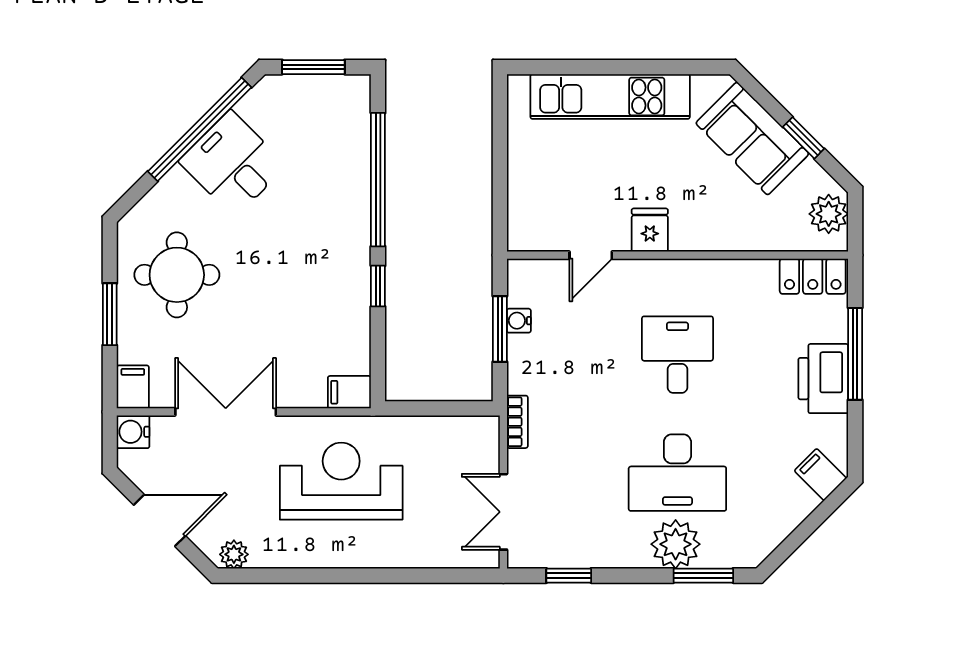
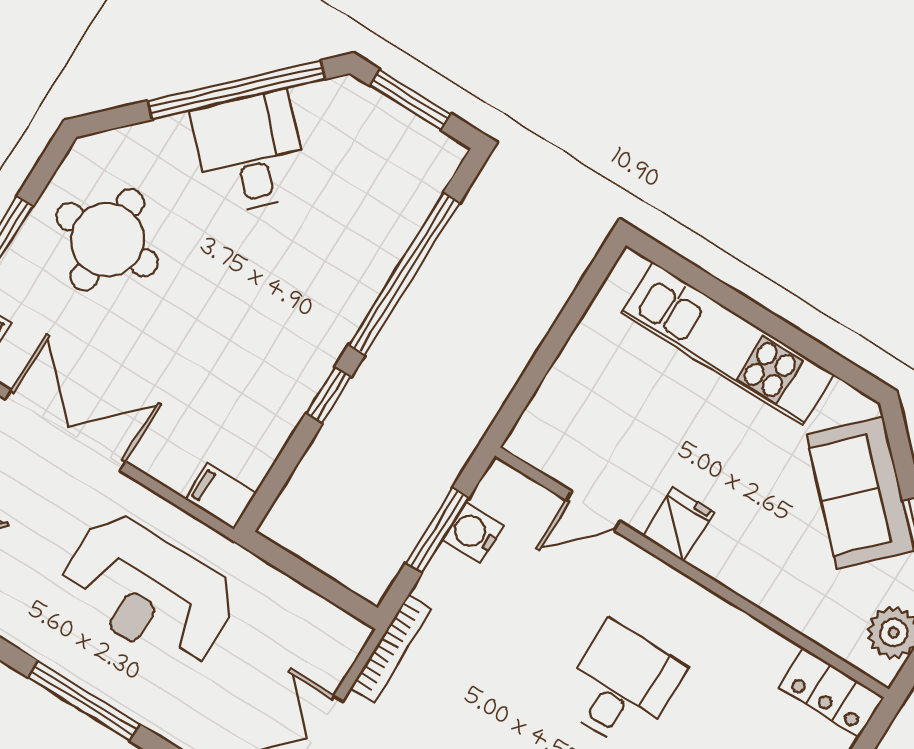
water cooler: (519, 321) -> (473, 533), width x1.38, depth x1.38
bookcase: (517, 422) -> (391, 649), width x1.56
reception desk: (341, 481) -> (148, 591), turned 180
window: (344, 576) -> (84, 701), added

